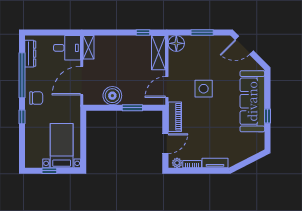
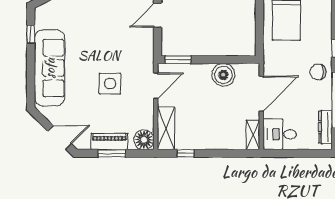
window: (132, 108) -> (178, 60), moved
window: (267, 116) -> (31, 34), moved
piano: (175, 117) -> (109, 141), moved, turned 90

